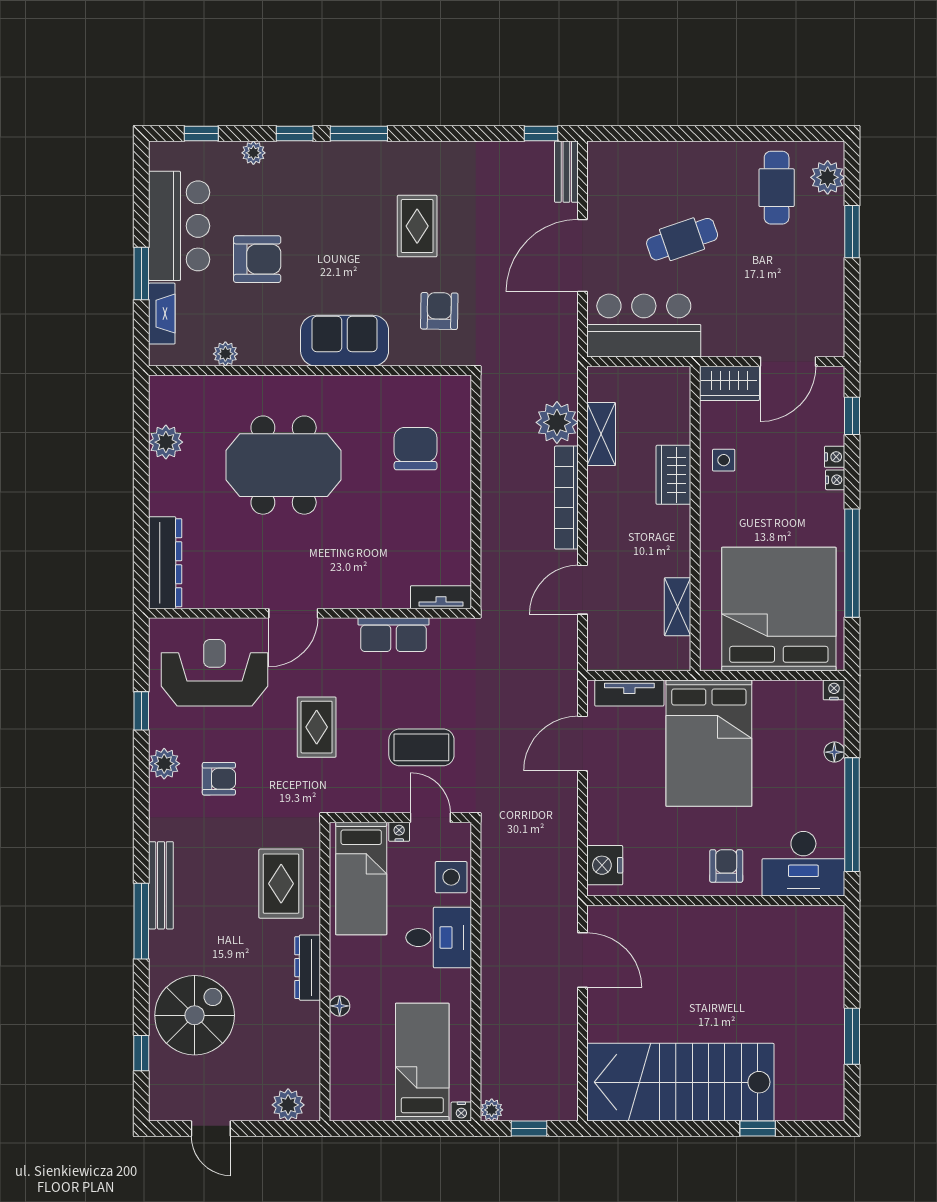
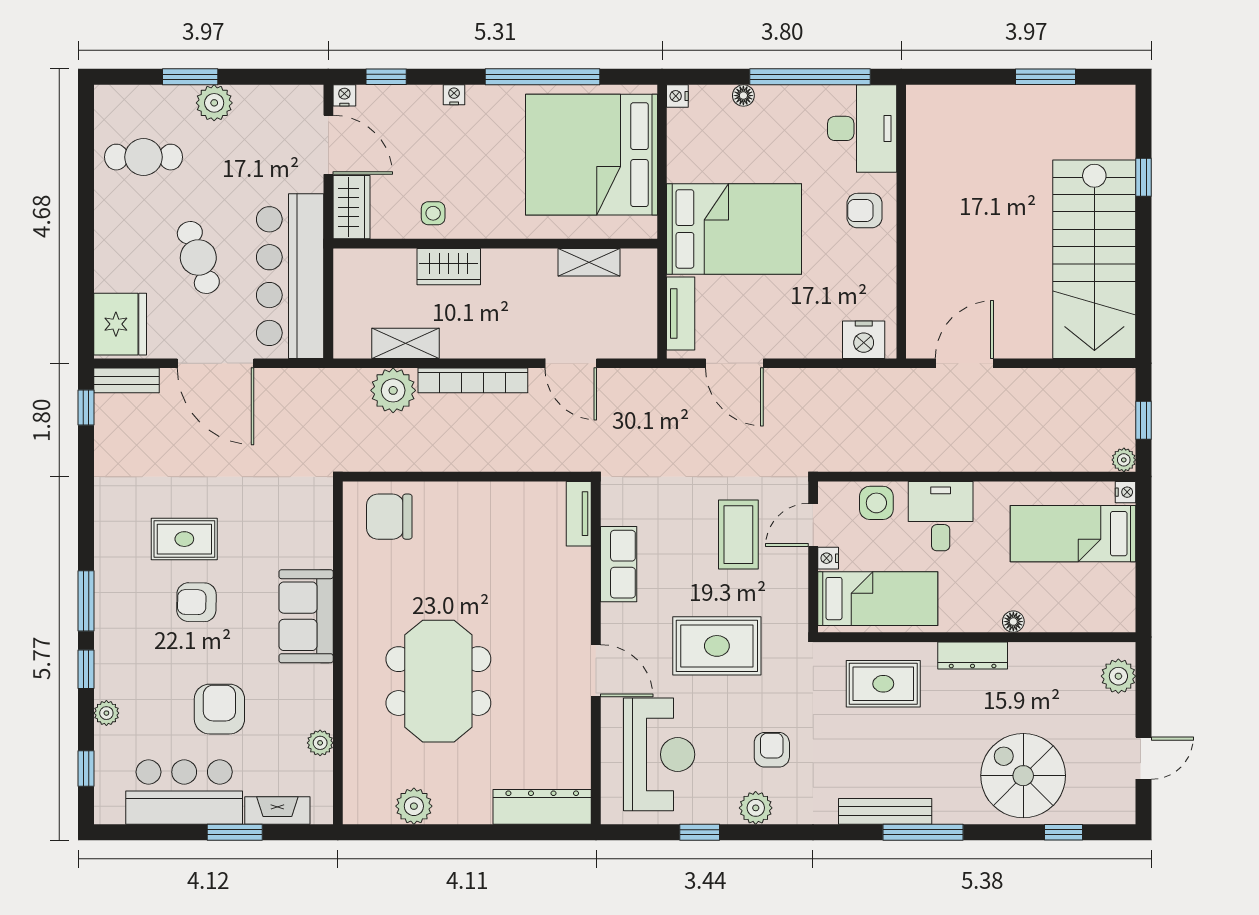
fridge: (619, 166) -> (120, 324), added
plant: (828, 177) -> (214, 103), moved
armchair: (439, 311) -> (196, 602), moved
bar counter: (644, 326) -> (290, 276), width x1.36
chair: (416, 449) -> (389, 517), moved
nightstand: (835, 457) -> (344, 95), moved
reception desk: (214, 673) -> (659, 754), turned 180
rug: (317, 727) -> (717, 646), width x1.36, depth x1.43

